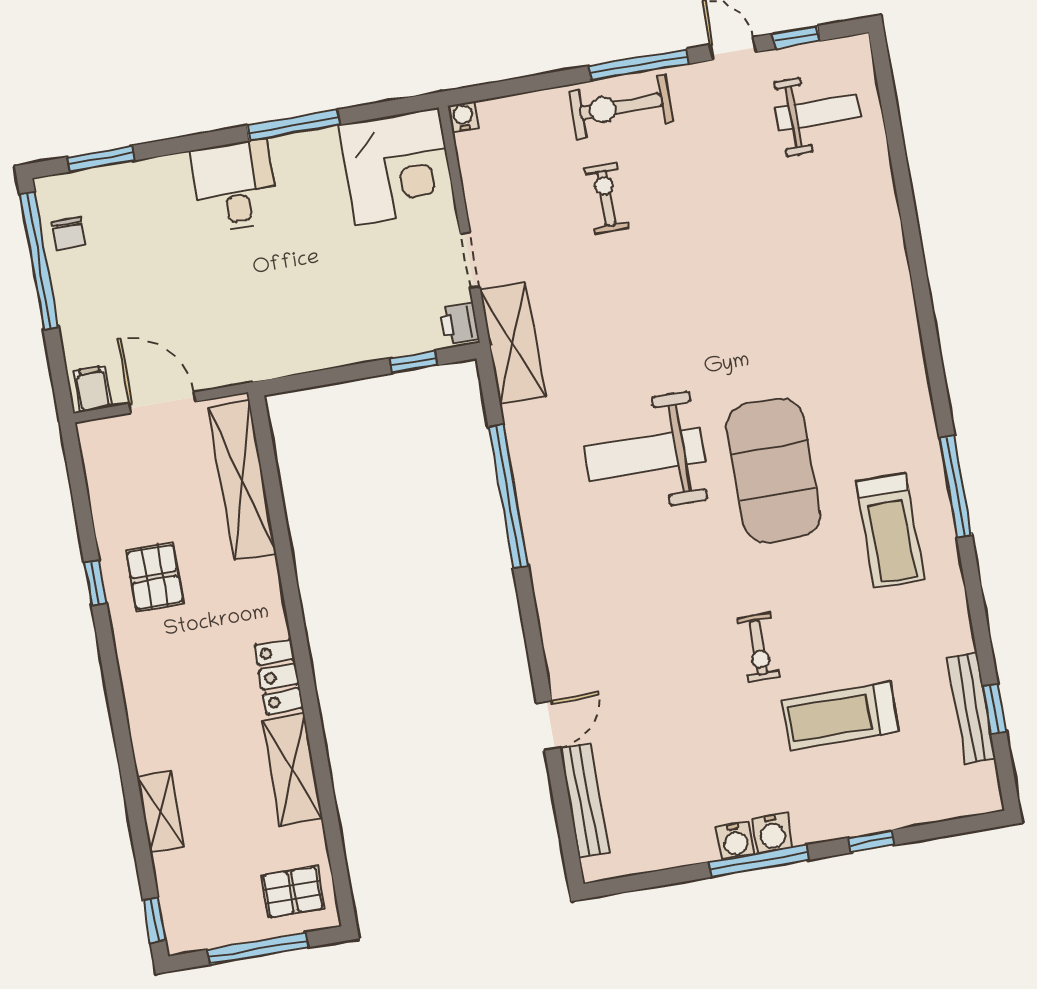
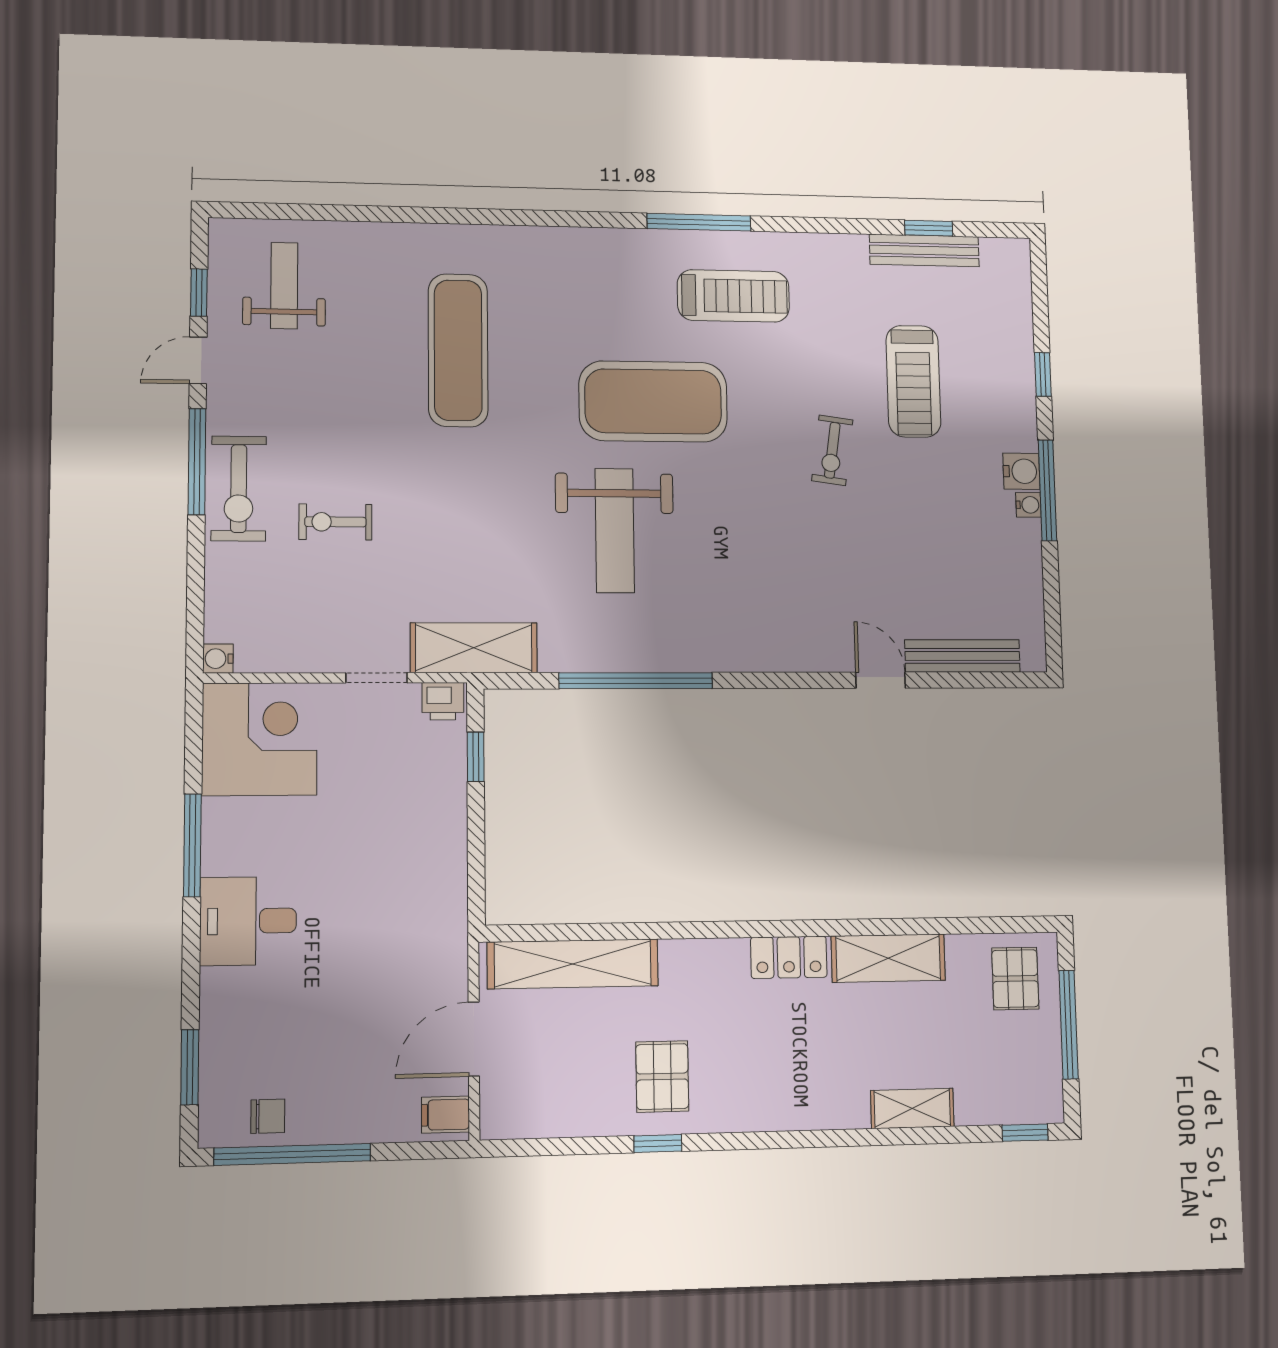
exercise mat: (788, 282) -> (458, 350), added
pallet: (155, 577) -> (662, 1077), turned 90
exercise bike: (759, 647) -> (832, 450), turned 98
water cooler: (736, 840) -> (1028, 505), width x0.72, depth x0.72

